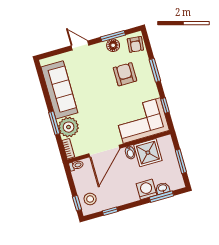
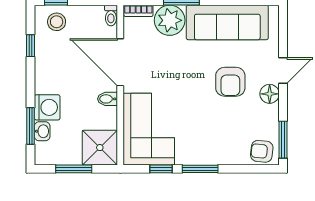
window: (113, 36) -> (283, 140), moved
floor lamp: (113, 45) -> (270, 94), moved
window: (155, 70) -> (200, 169), moved
armchair: (125, 74) -> (230, 82), moved, turned 90
shower: (148, 153) -> (100, 148), moved

